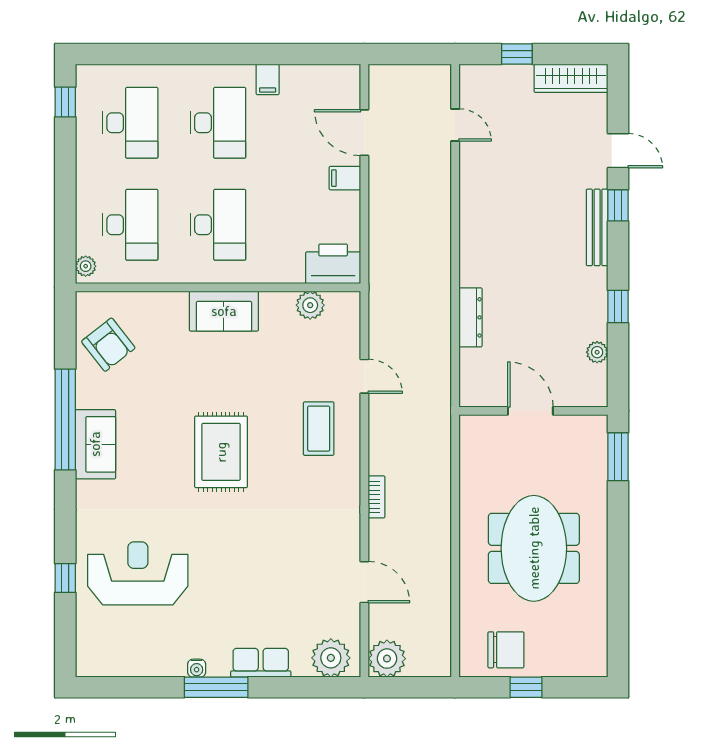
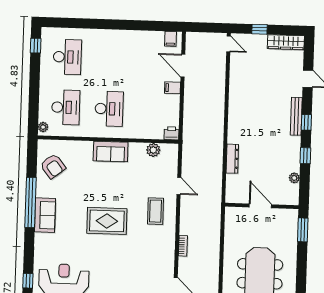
filing cabinet: (268, 79) -> (170, 39), moved
desk: (218, 123) -> (111, 58), removed
door: (455, 125) -> (229, 44), moved
window: (618, 205) -> (306, 122), moved
printer: (333, 264) -> (172, 133), width x0.53, depth x0.68
rug: (221, 452) -> (107, 221), turned 90

